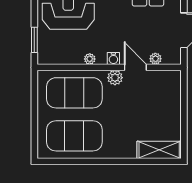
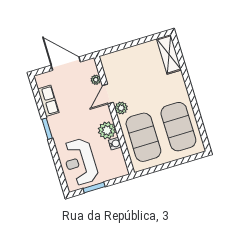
window: (34, 40) -> (94, 188), moved
water cooler: (113, 58) -> (115, 144), moved
plant: (90, 59) -> (107, 130), width x1.88, depth x1.88

